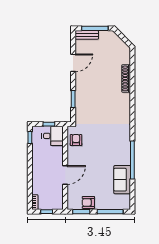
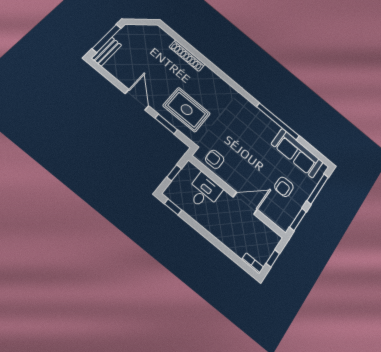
door: (73, 63) -> (137, 100), moved
rug: (92, 103) -> (187, 110), added
desk: (52, 136) -> (204, 191), moved
door: (65, 175) -> (245, 203), hinge flipped
sofa: (122, 180) -> (297, 153), width x1.36
armchair: (88, 202) -> (284, 187), moved

